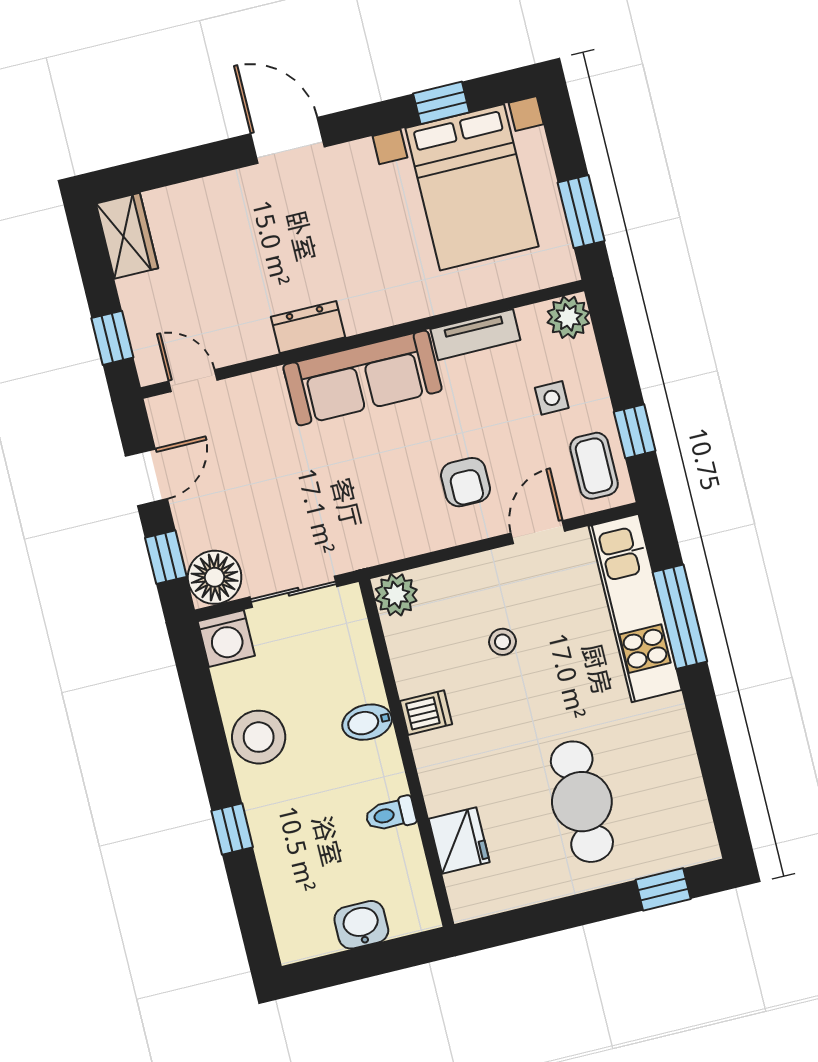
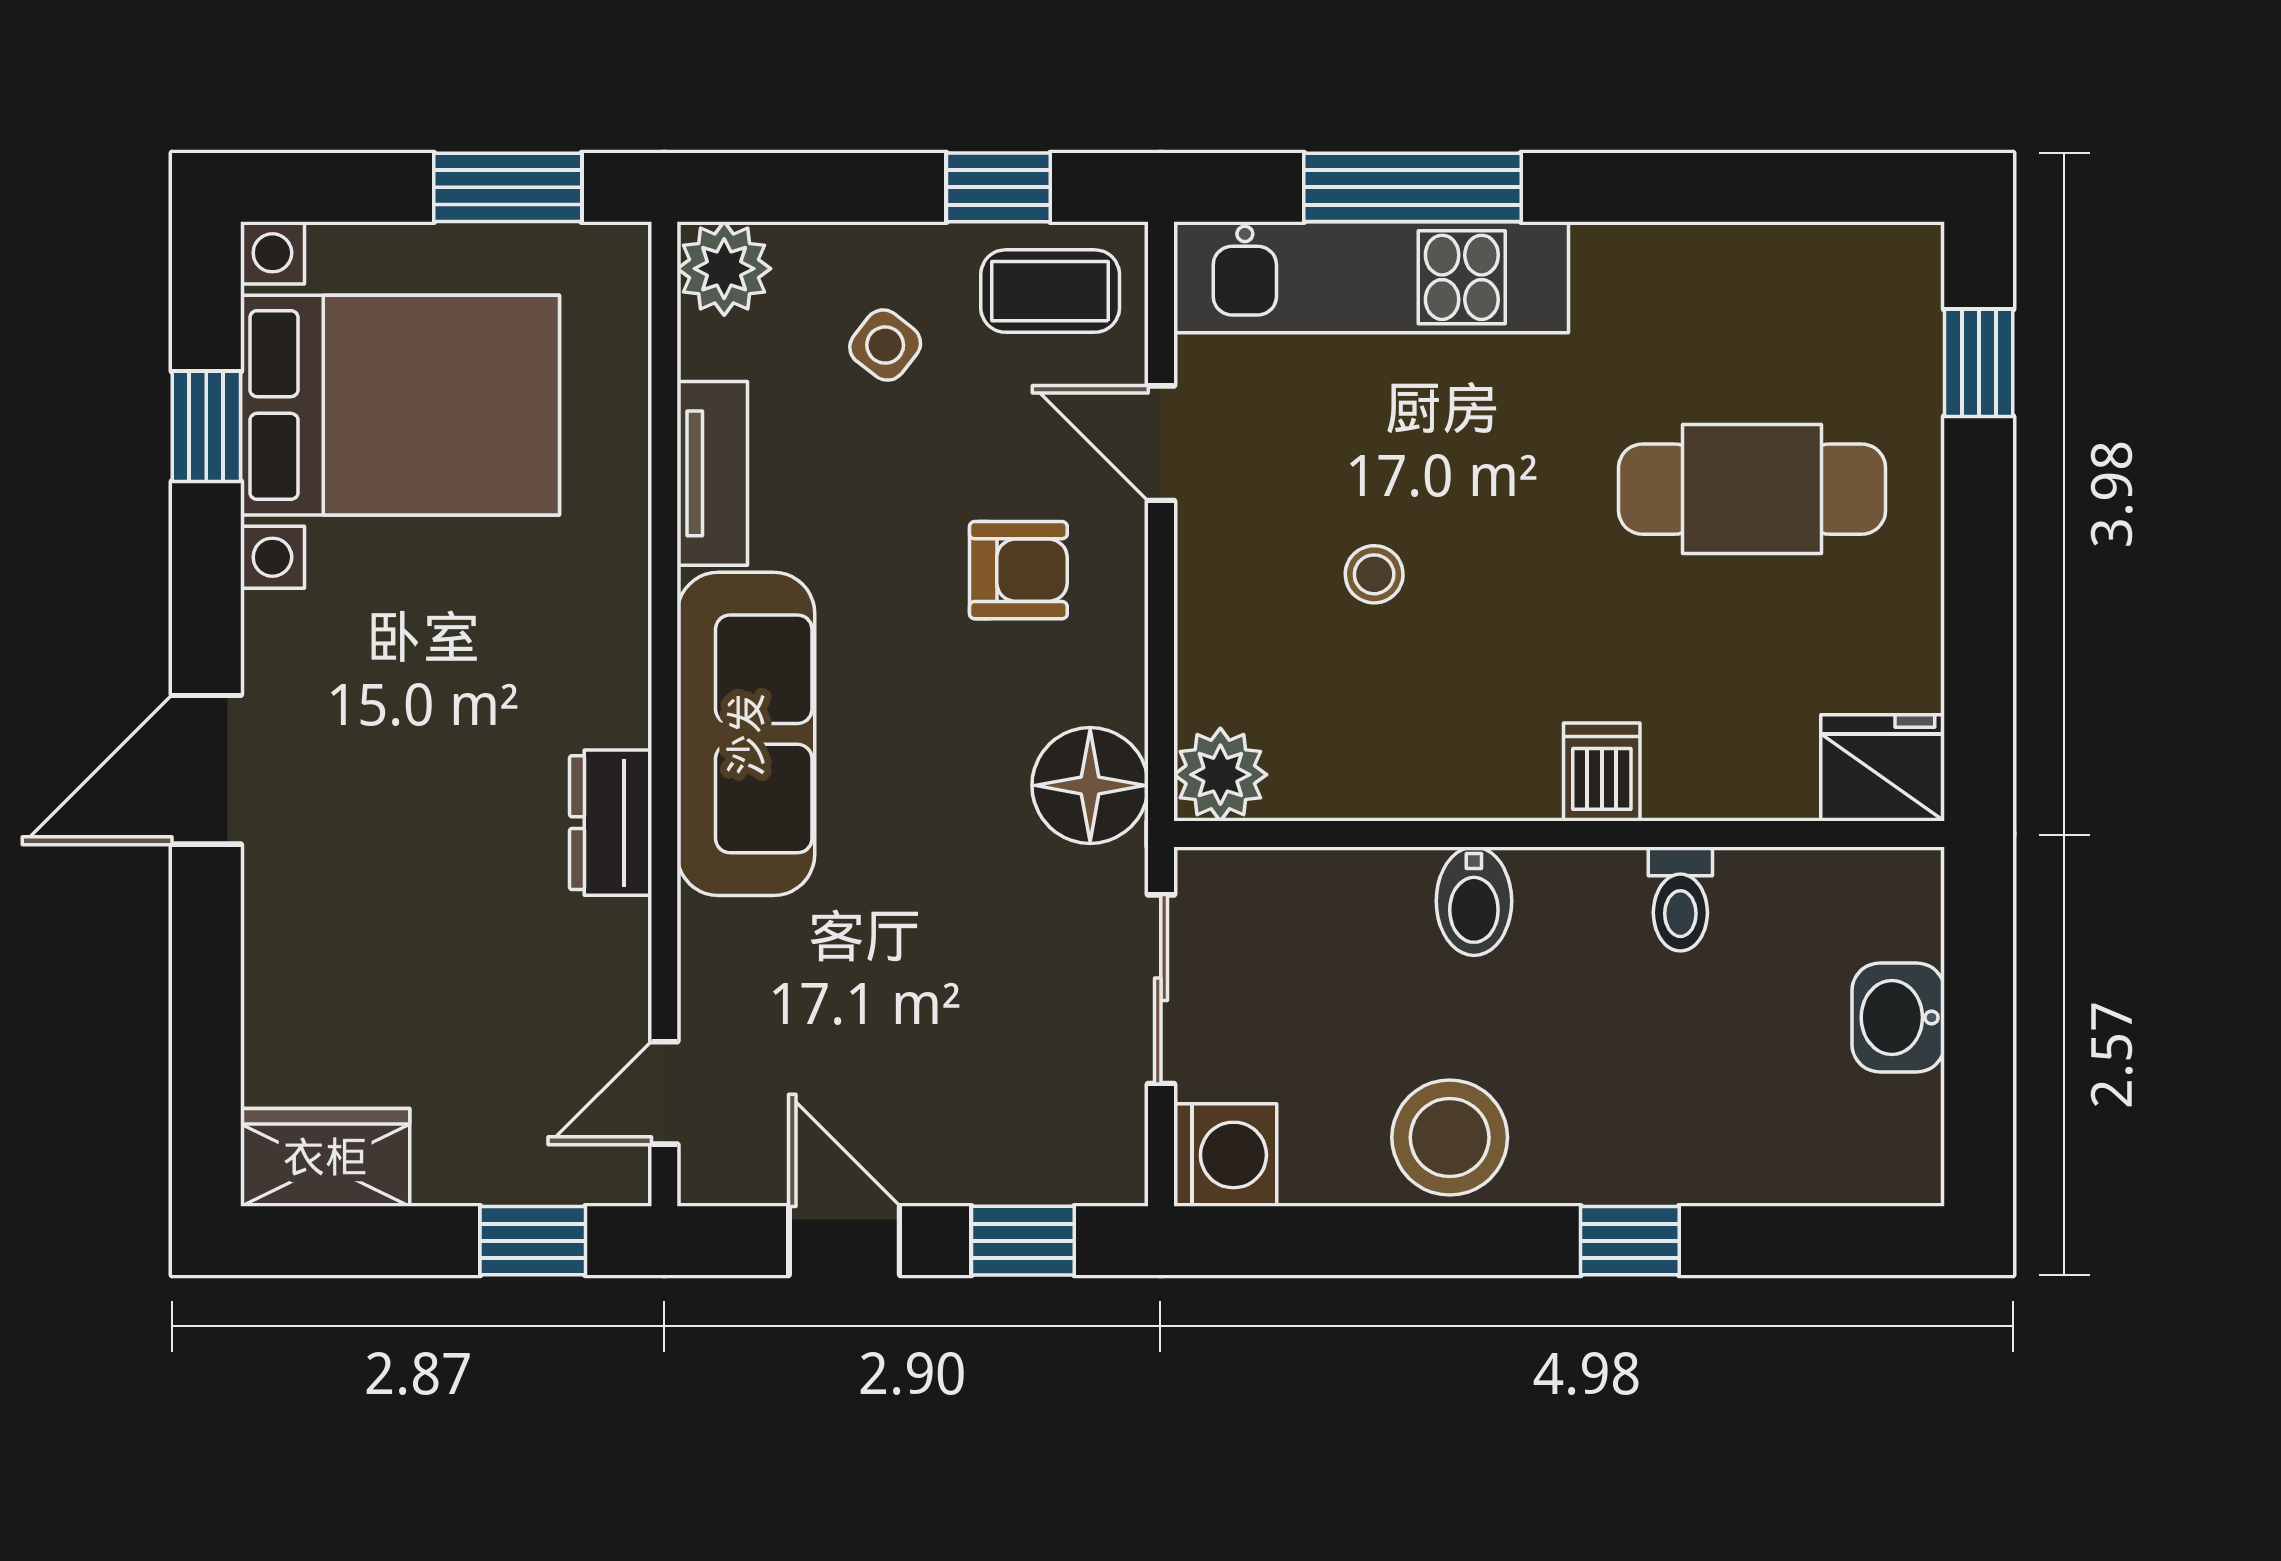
side table: (552, 398) -> (885, 345), turned 38
floor lamp: (215, 577) -> (1090, 785), moved
dishwasher: (426, 713) -> (1602, 772), moved
fridge: (459, 840) -> (1883, 768), moved

